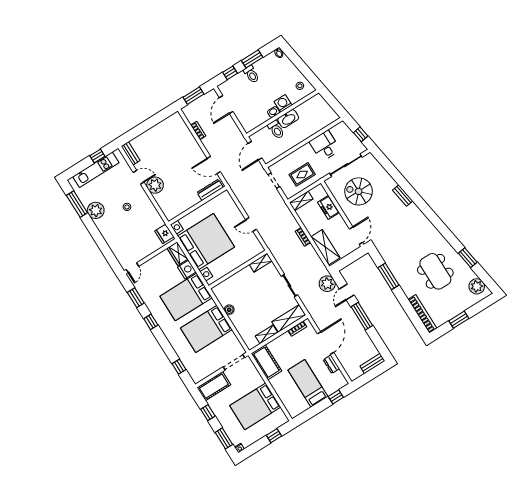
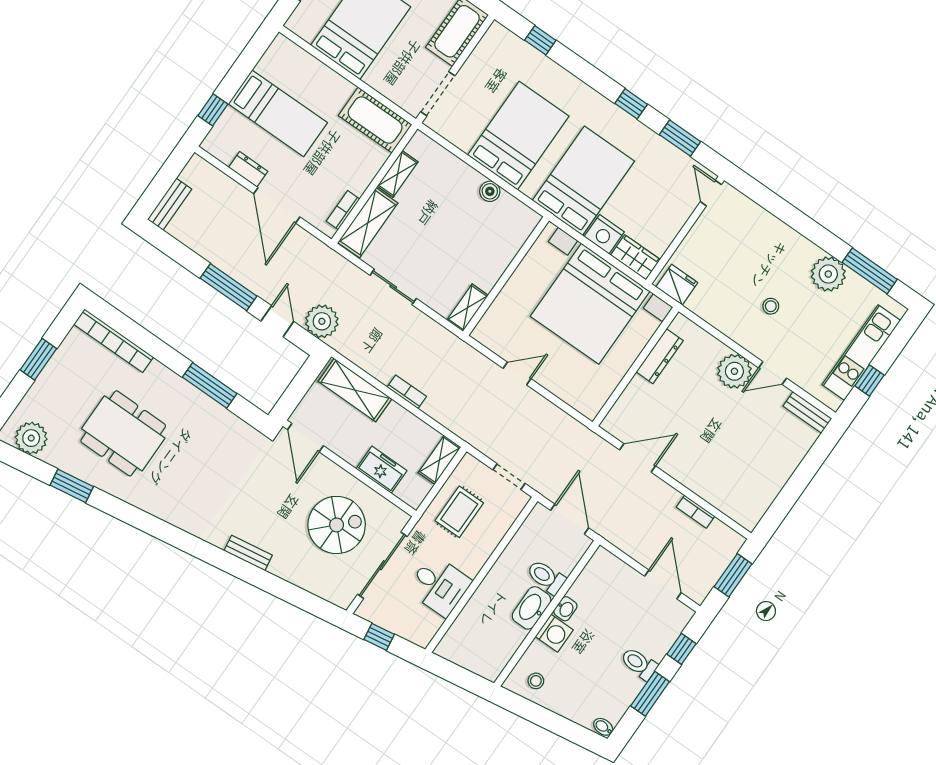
dresser: (210, 190) -> (660, 356), moved

